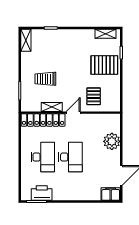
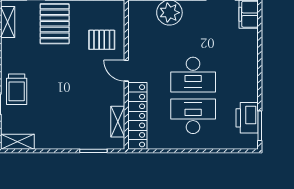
trolley: (45, 79) -> (17, 89), moved
shelving: (52, 107) -> (118, 122), moved
desk: (70, 157) -> (193, 75), turned 180

